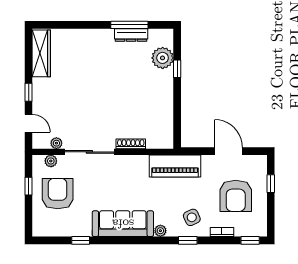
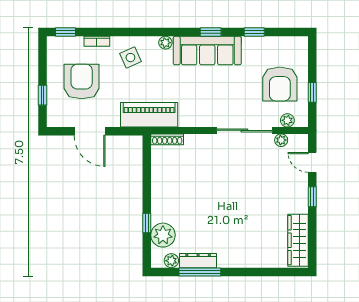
plant: (155, 35) -> (171, 261), added
shoe rack: (131, 144) -> (167, 139), moved
window: (188, 240) -> (211, 32), moved

